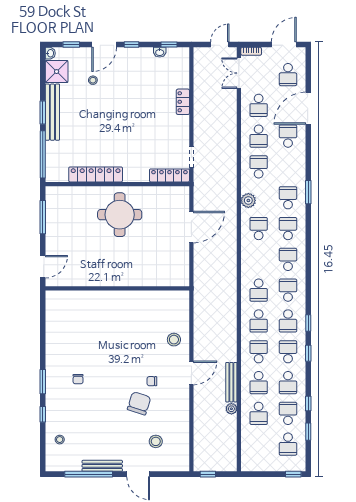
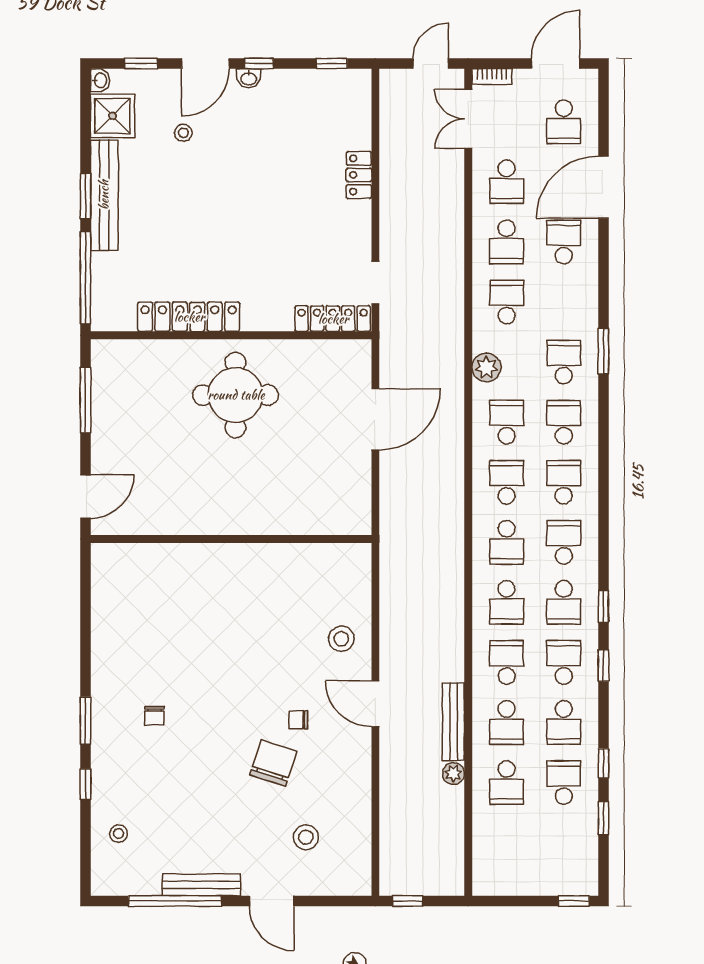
washbasin: (160, 52) -> (249, 78), moved
door: (191, 373) -> (375, 704), swing flipped
school desk: (288, 444) -> (507, 482), moved, turned 180

